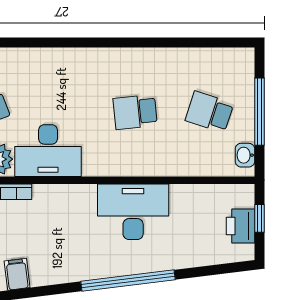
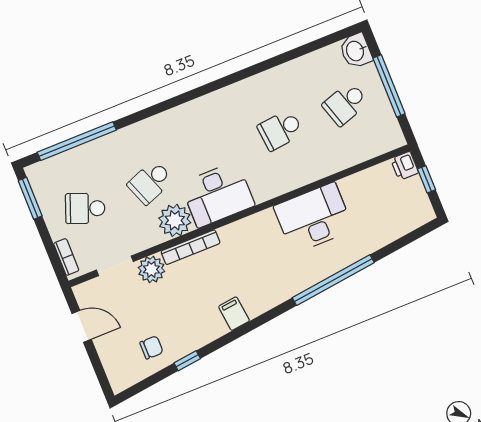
school desk: (209, 112) -> (345, 104), turned -36
washbasin: (245, 155) -> (356, 51), moved, width x1.38, depth x1.45
printer: (240, 226) -> (405, 166), moved, width x0.73, depth x0.81

